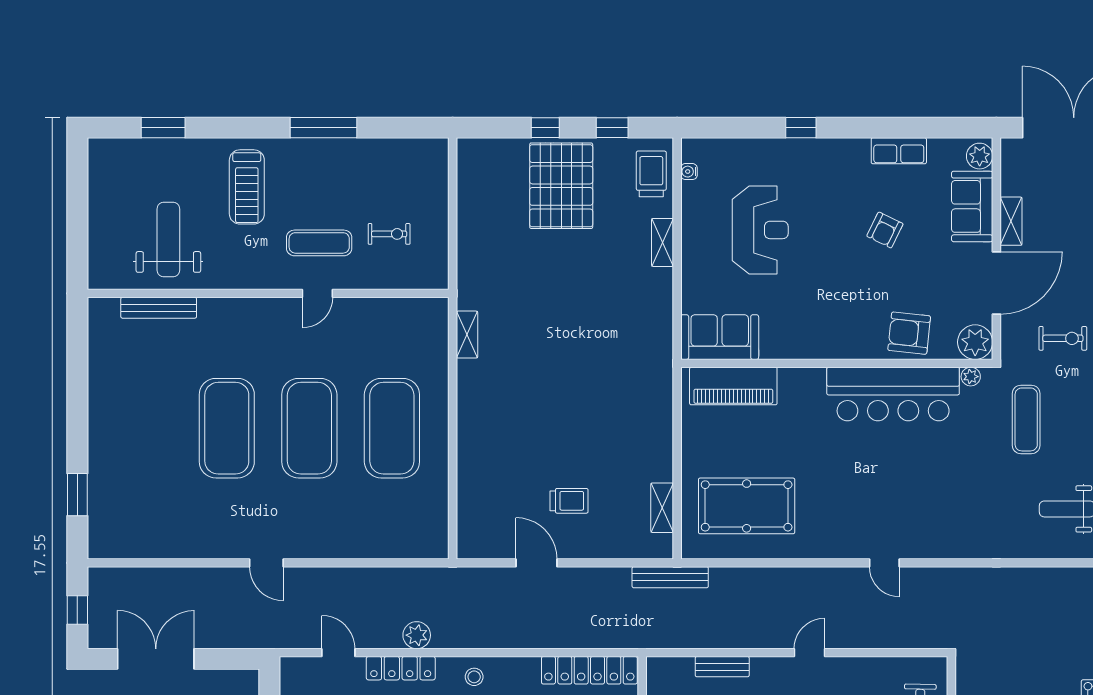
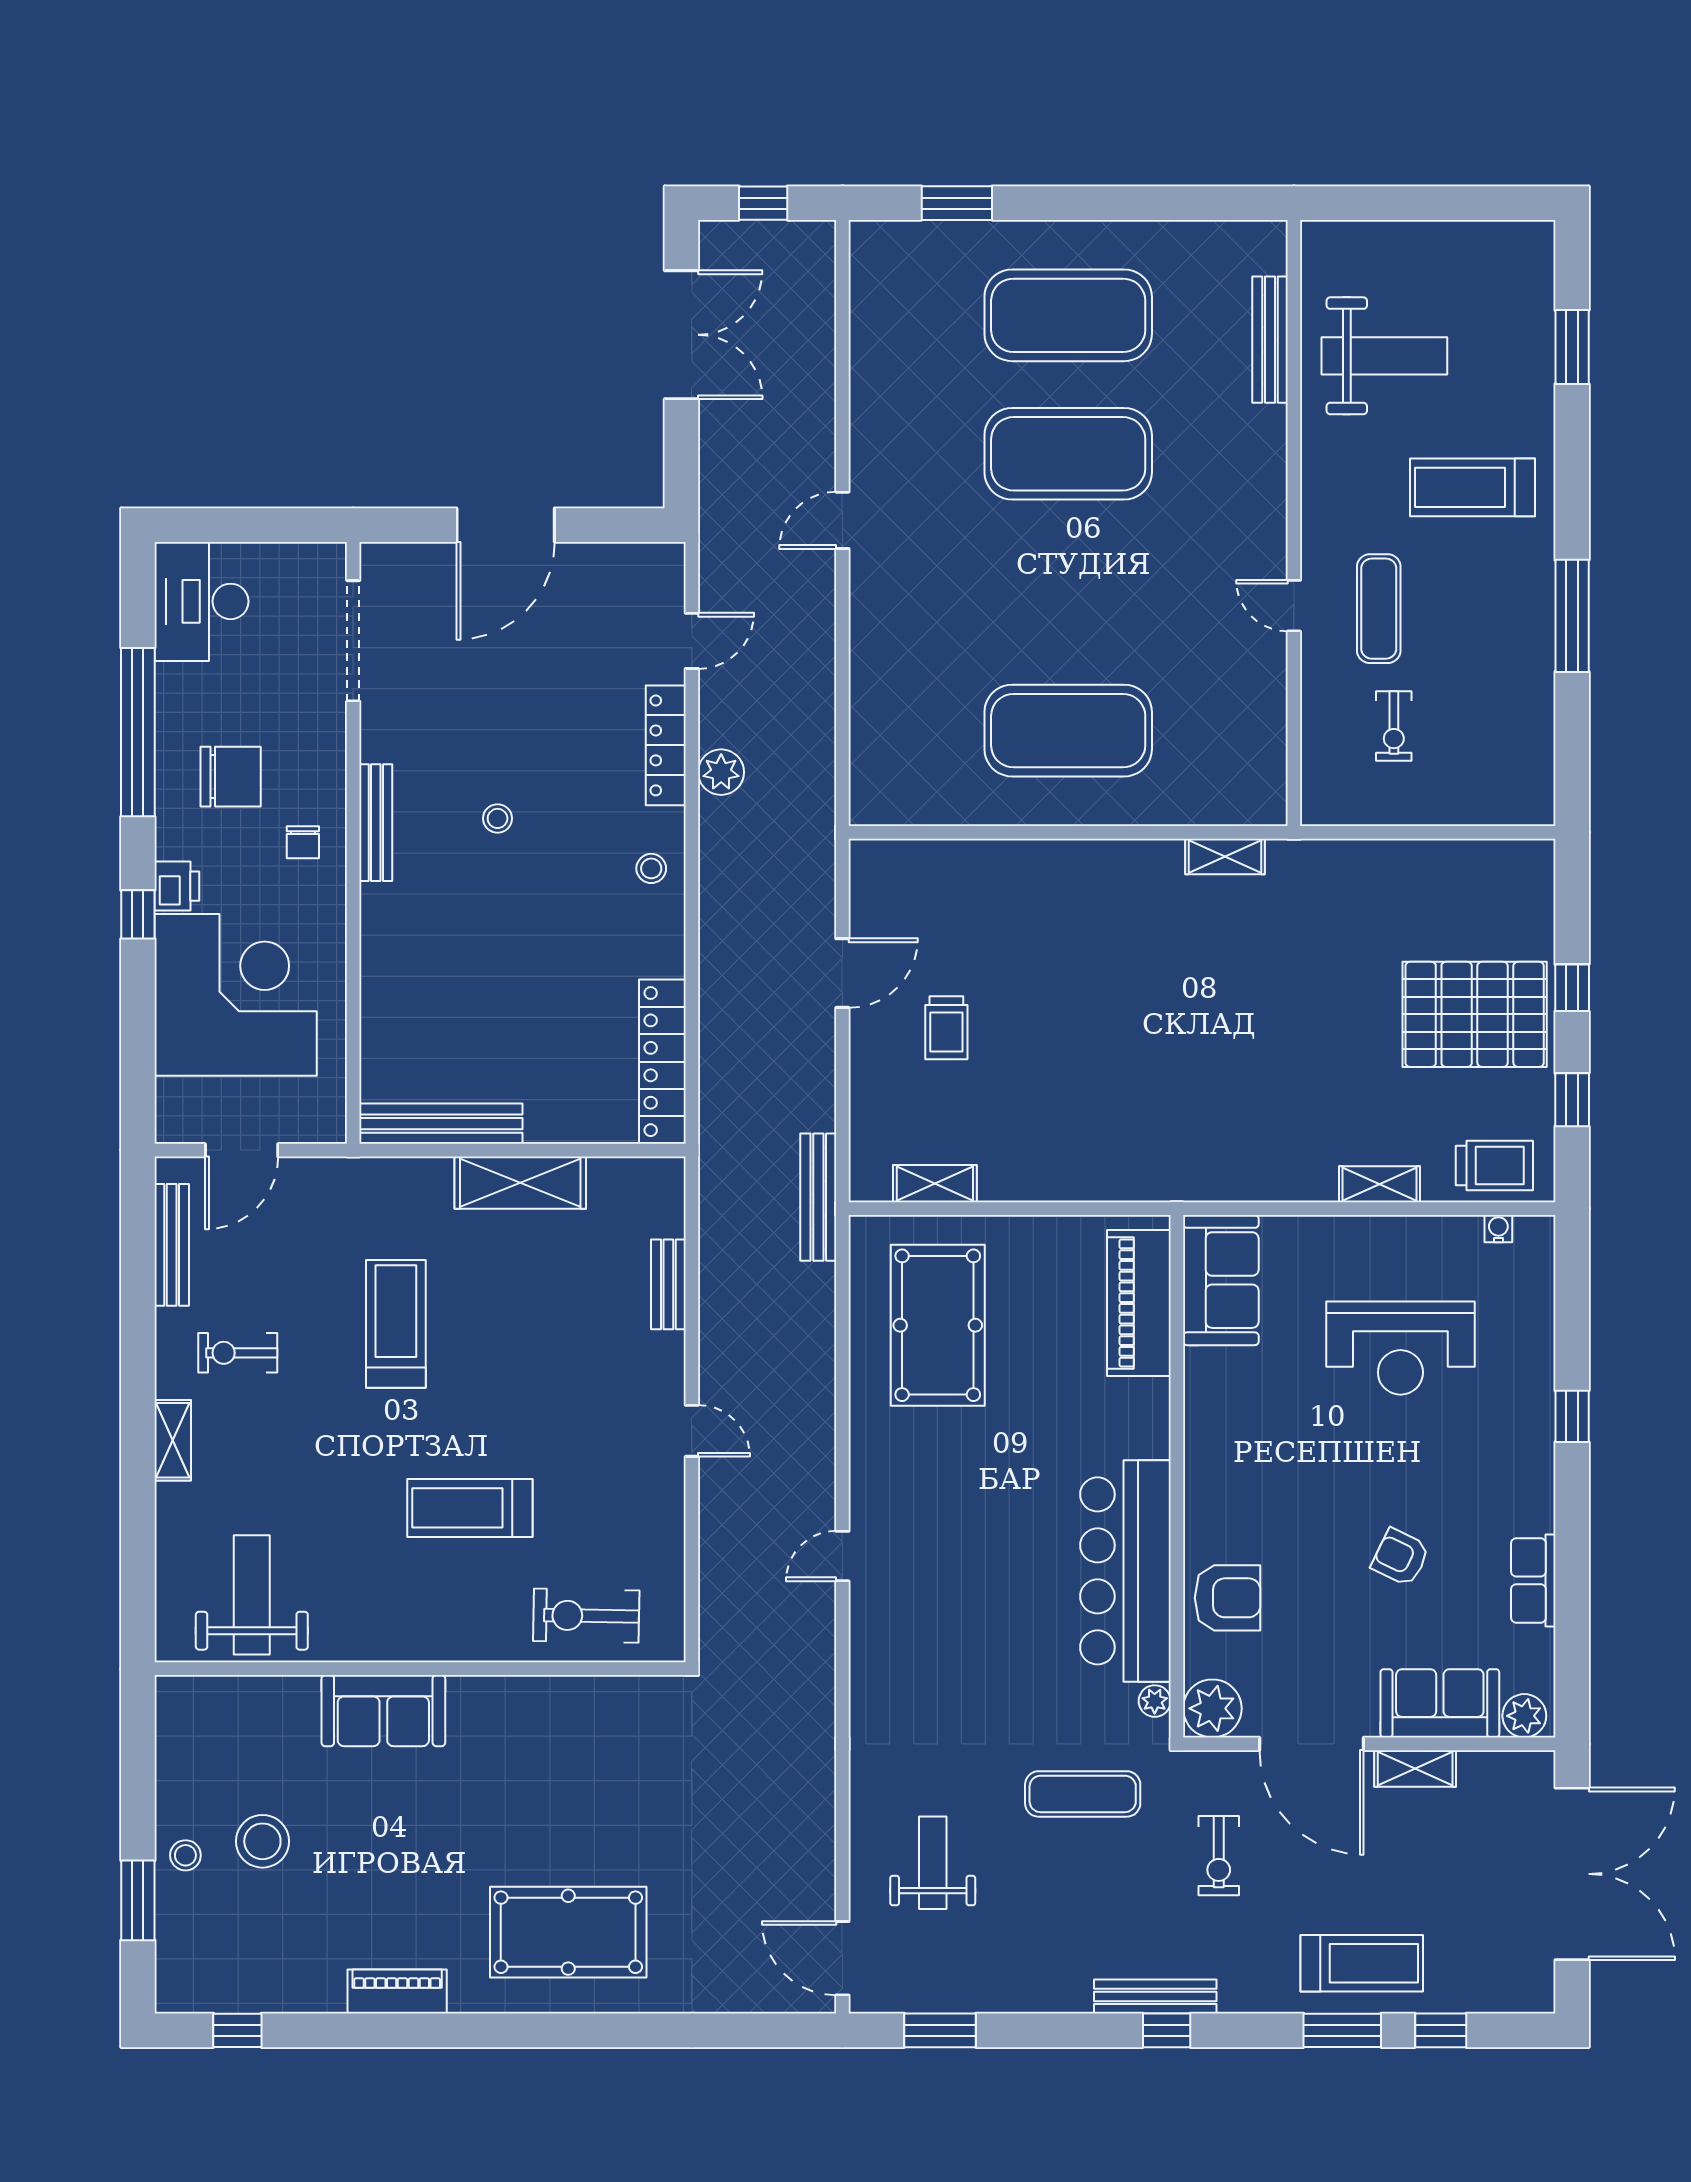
armchair: (909, 333) -> (1228, 1598), turned 84
exercise mat: (309, 428) -> (1068, 315), moved

